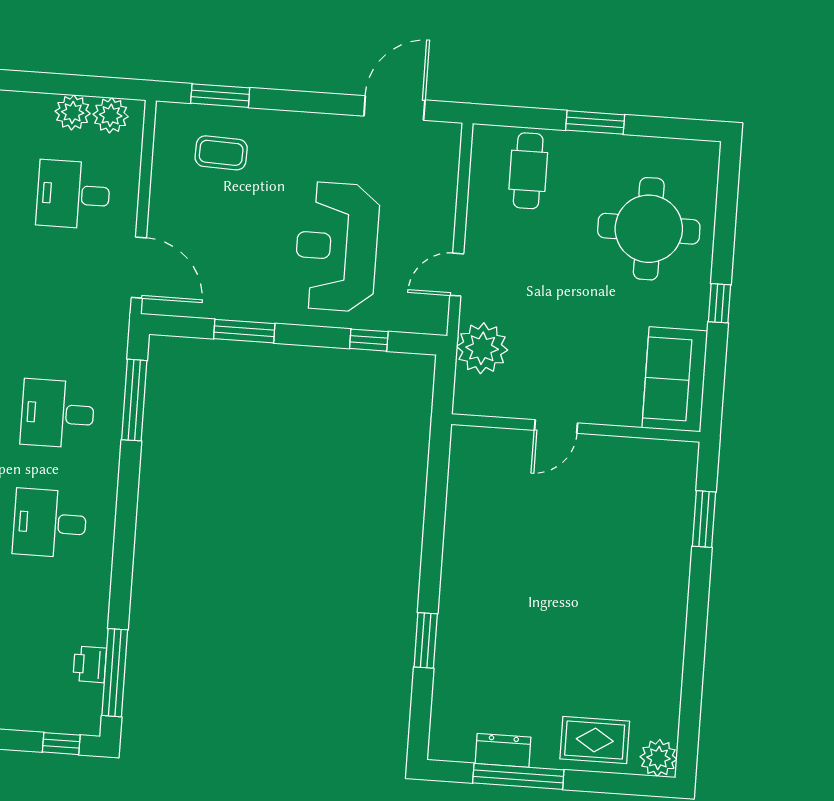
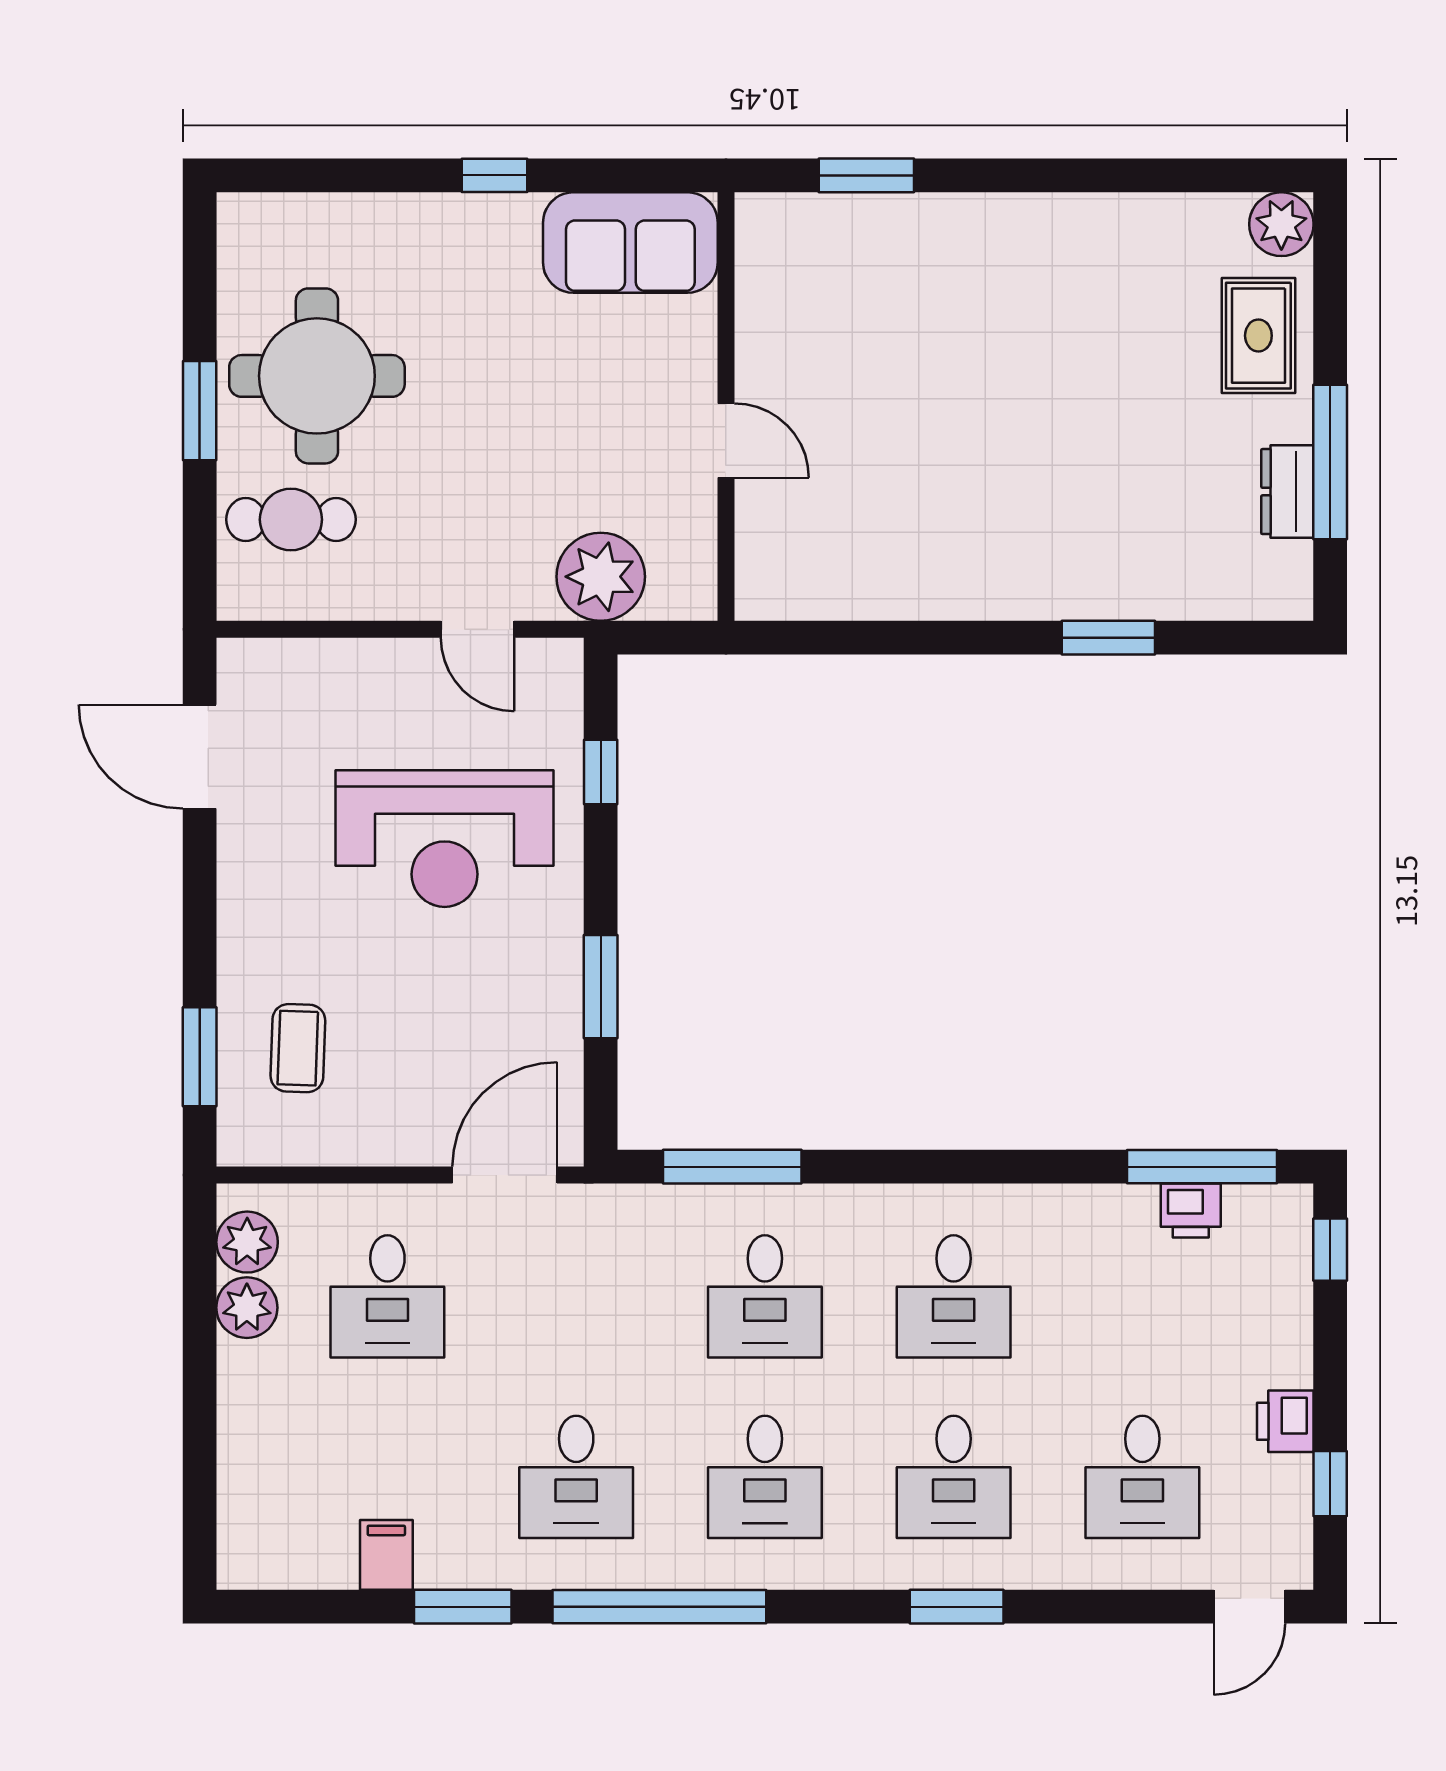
round table: (649, 229) -> (317, 376), moved

